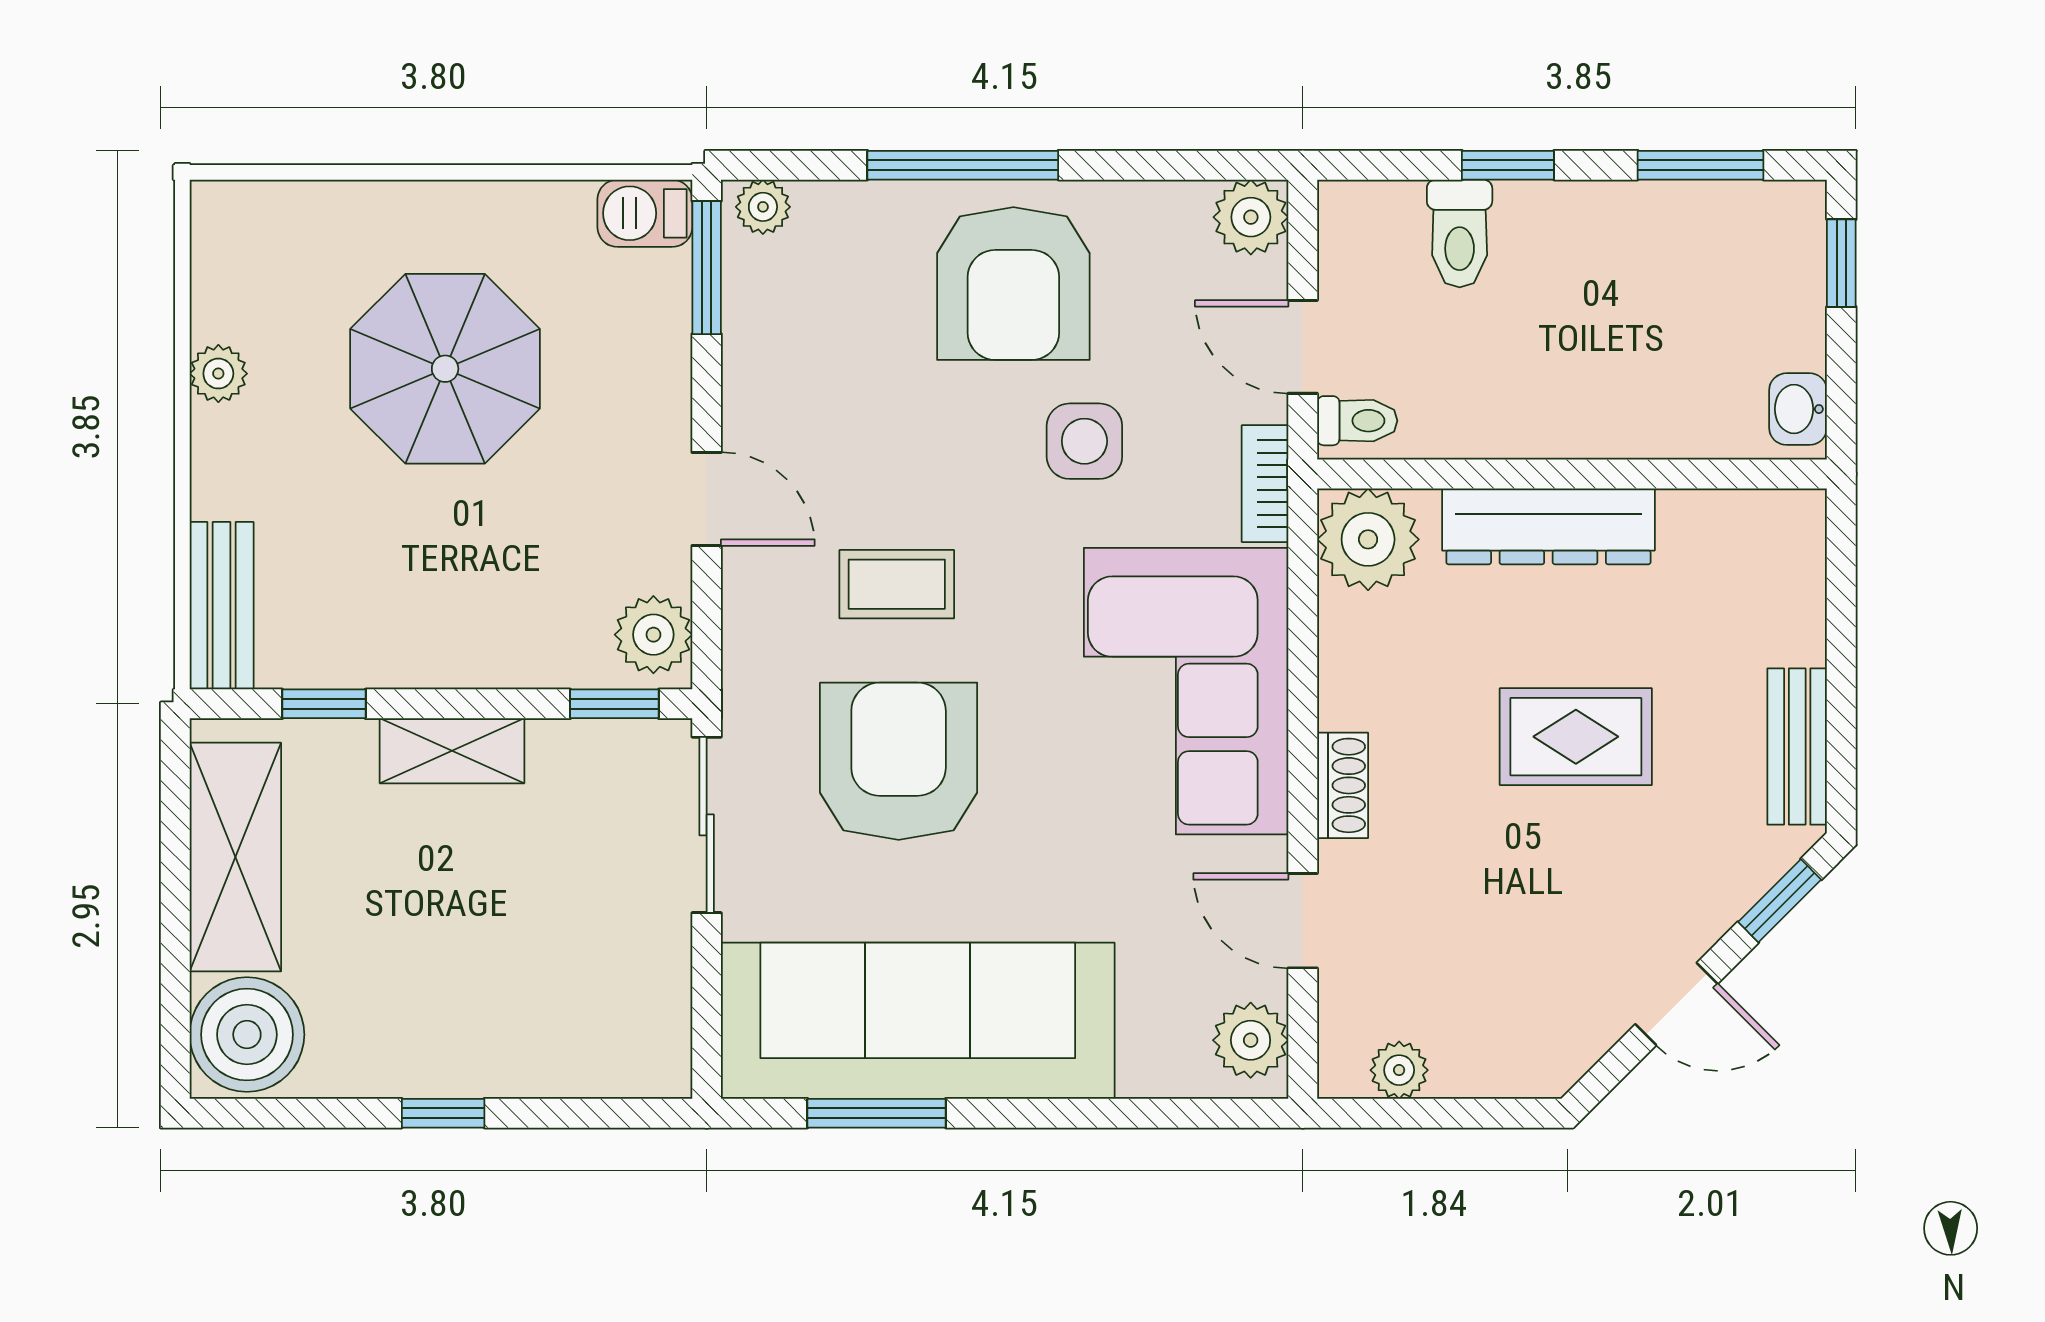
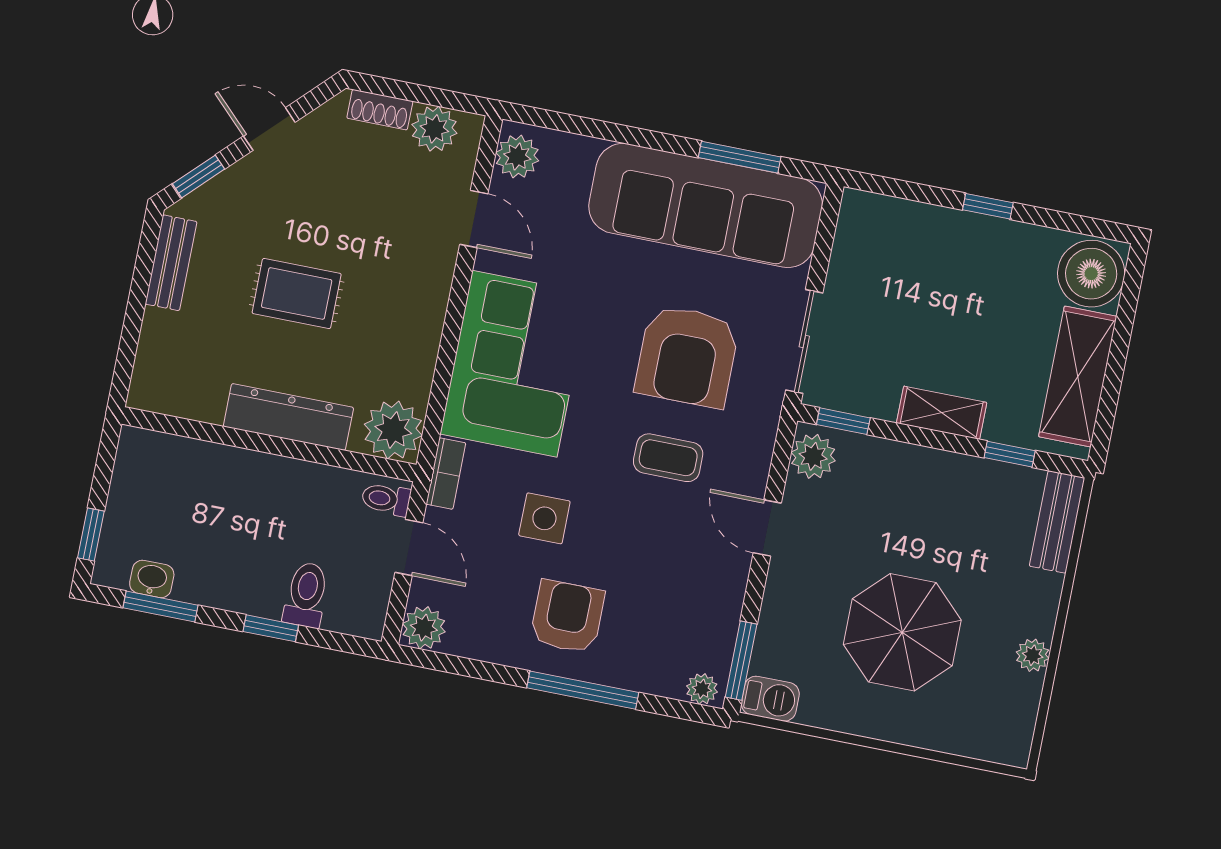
armchair: (1013, 284) -> (567, 617), width x0.73, depth x0.73
washbasin: (1798, 409) -> (152, 579), moved, turned -90
shoe rack: (1343, 785) -> (380, 110), moved, turned -90
plant: (1399, 1070) -> (434, 129), width x1.38, depth x1.38

